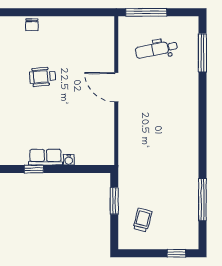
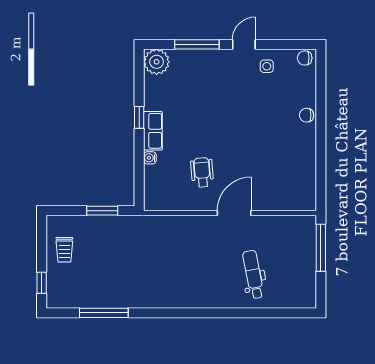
dental chair: (156, 49) -> (253, 275), moved
window: (202, 53) -> (274, 313), removed
wheelchair: (43, 77) -> (202, 172), moved
trolley: (143, 220) -> (64, 250), moved, turned 75

